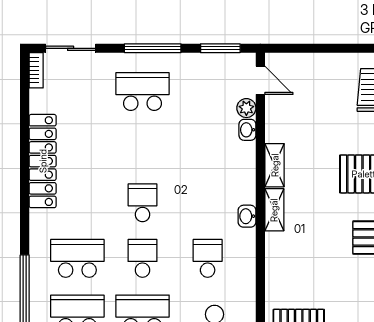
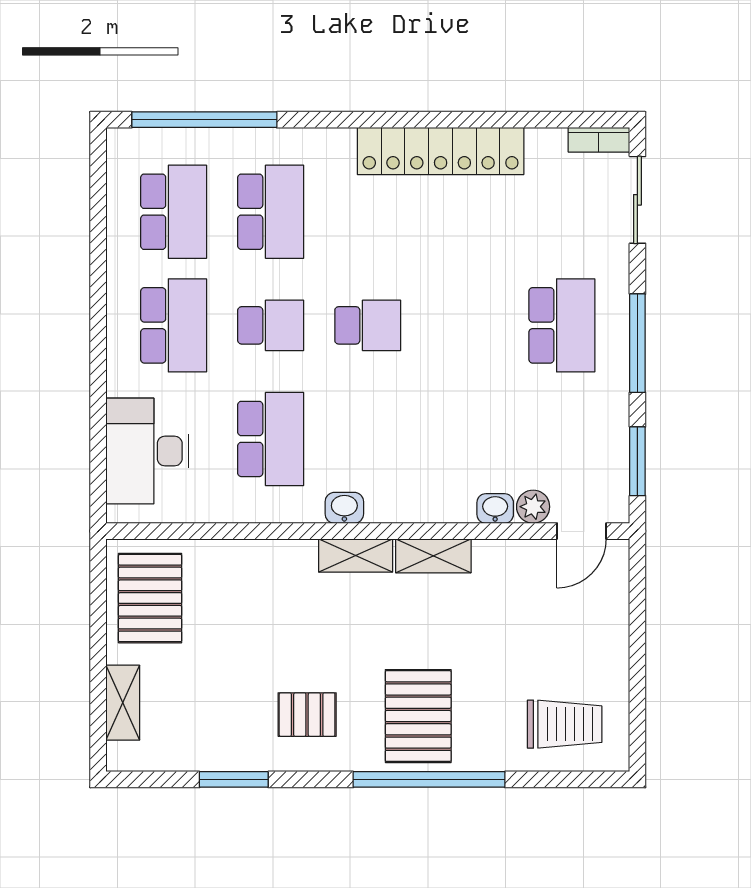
school desk: (208, 258) -> (271, 439), width x1.85

